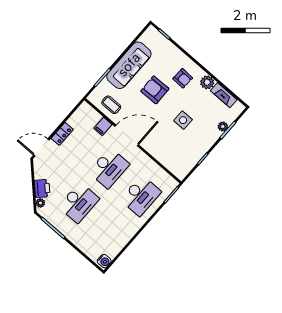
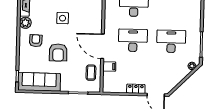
sofa: (129, 65) -> (39, 82), moved
printer: (42, 188) -> (182, 73), removed

